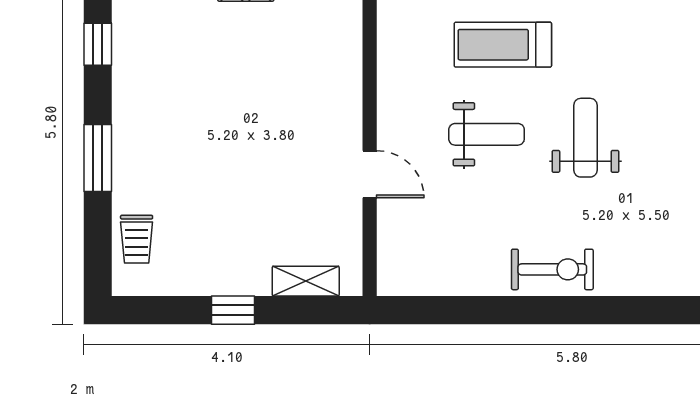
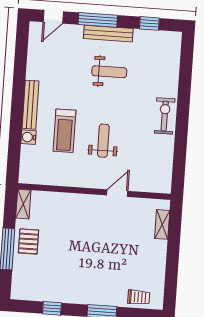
weight bench: (585, 138) -> (109, 72), moved, turned 180
window: (233, 310) -> (173, 257), removed

